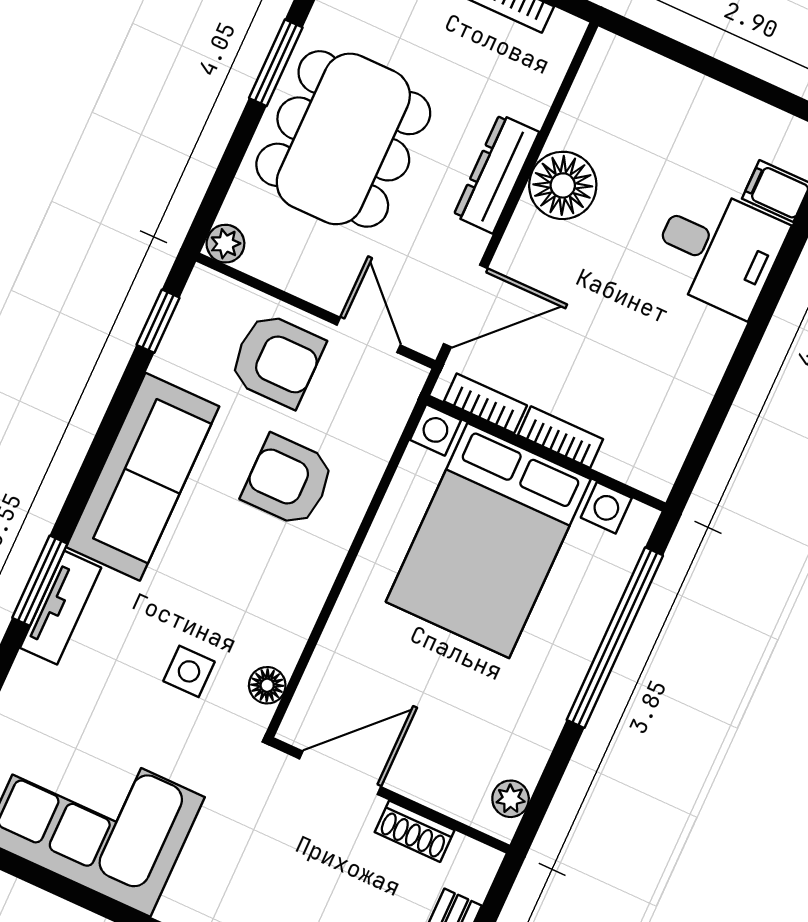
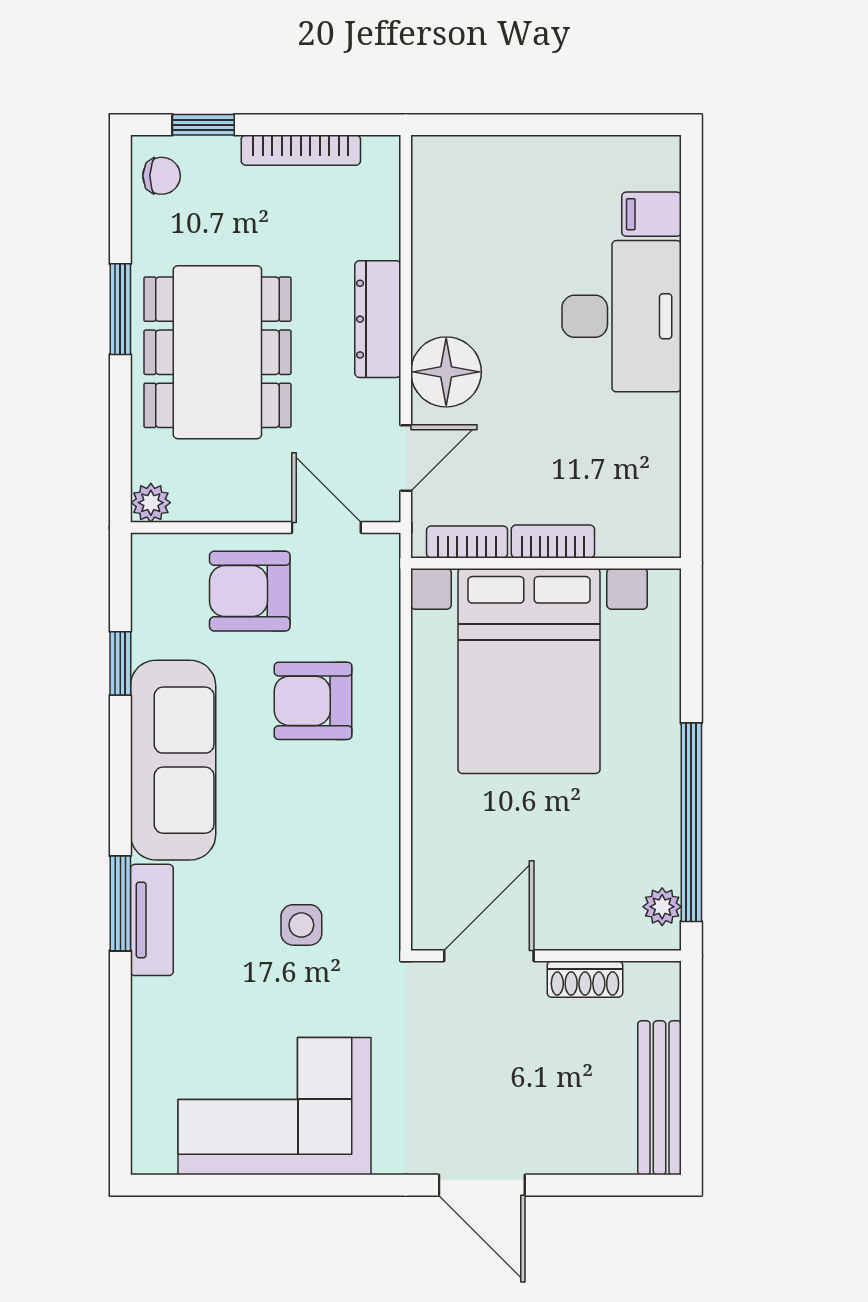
floor lamp: (563, 185) -> (446, 372), moved
desk: (718, 250) -> (622, 316), width x1.37
door: (465, 306) -> (406, 458), width x0.73
window: (158, 321) -> (120, 663), moved
armchair: (277, 360) -> (250, 591), turned 180
window: (615, 638) -> (691, 822), moved
floor lamp: (267, 685) -> (382, 904), removed

